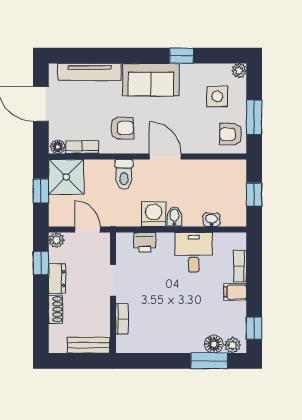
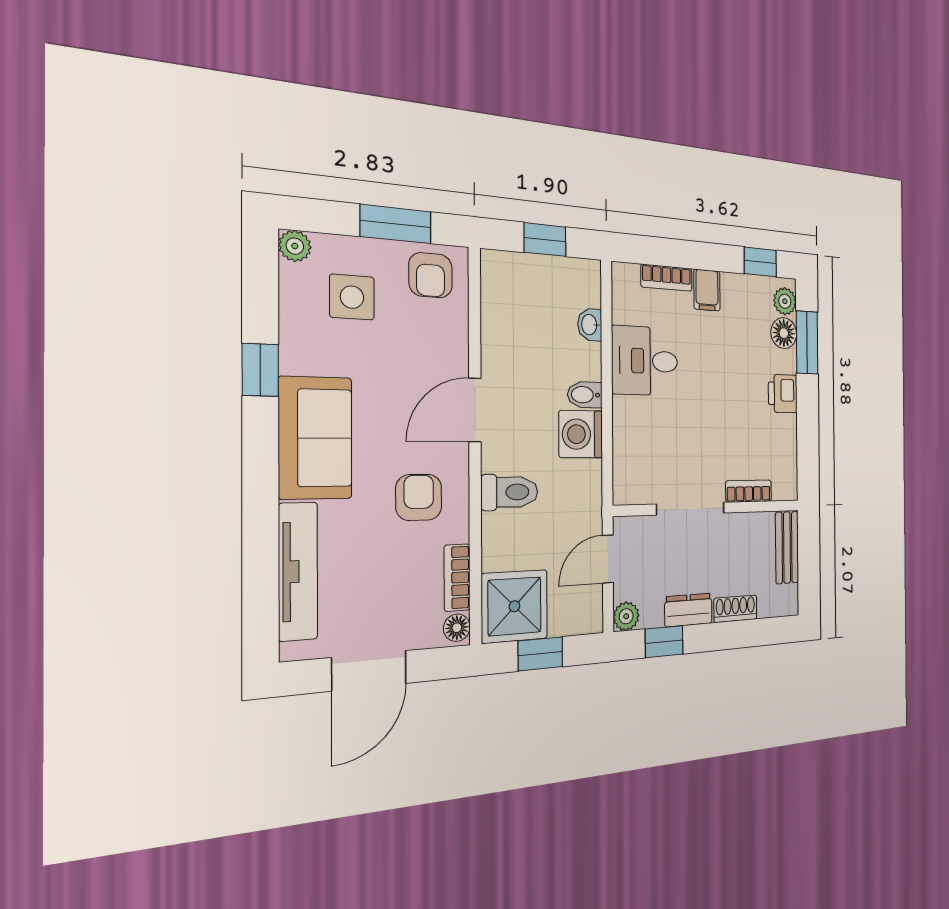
printer: (145, 242) -> (783, 394), moved, turned 180
doorway: (113, 280) -> (691, 509), width x1.38

